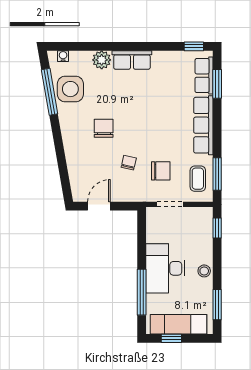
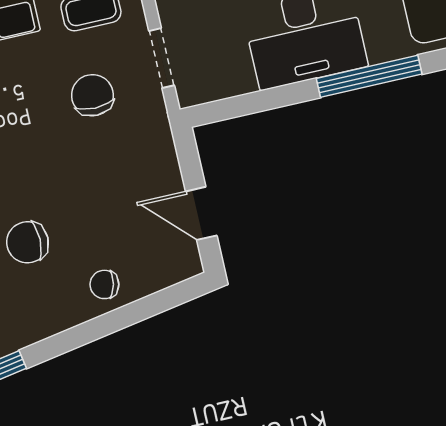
chair: (129, 163) -> (104, 284), moved

